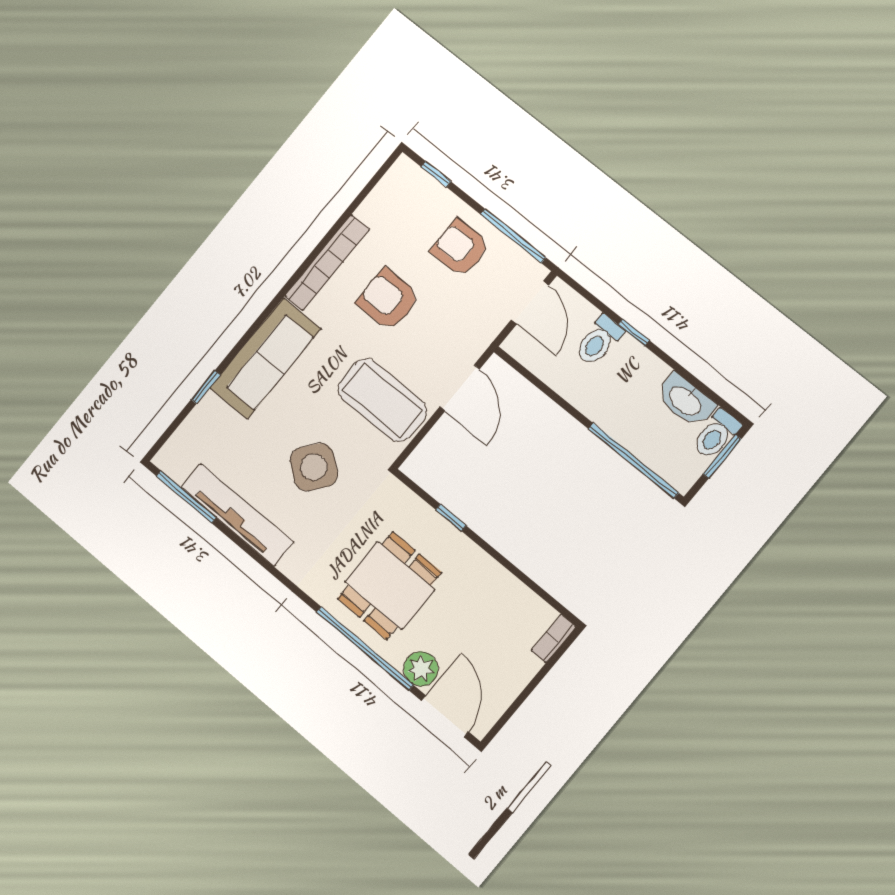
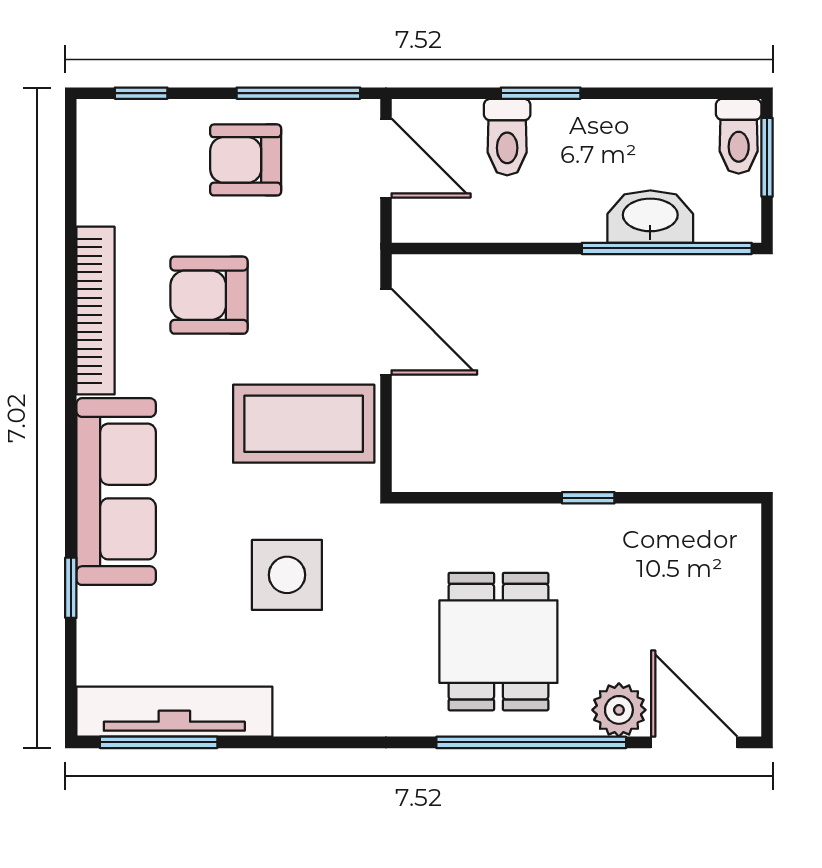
window: (634, 332) -> (541, 93), width x1.50
washbasin: (686, 400) -> (650, 217), moved, turned 180
side table: (314, 467) -> (287, 575), turned -38
tv unit: (237, 515) -> (174, 712), moved
window: (451, 518) -> (588, 498), moved
bookcase: (554, 638) -> (747, 540), removed

